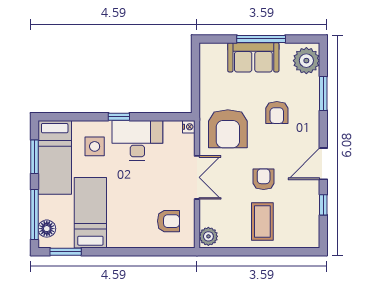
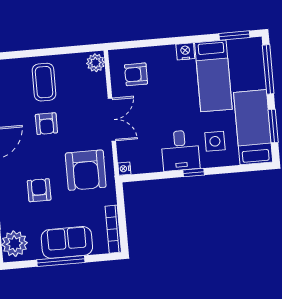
bookcase: (205, 67) -> (113, 229), added
armchair: (228, 129) -> (86, 170), turned 180
desk: (137, 140) -> (180, 150), width x0.73
double door: (197, 177) -> (112, 120), swing flipped
floor lamp: (47, 229) -> (255, 57), removed
nightstand: (117, 240) -> (185, 51), added

